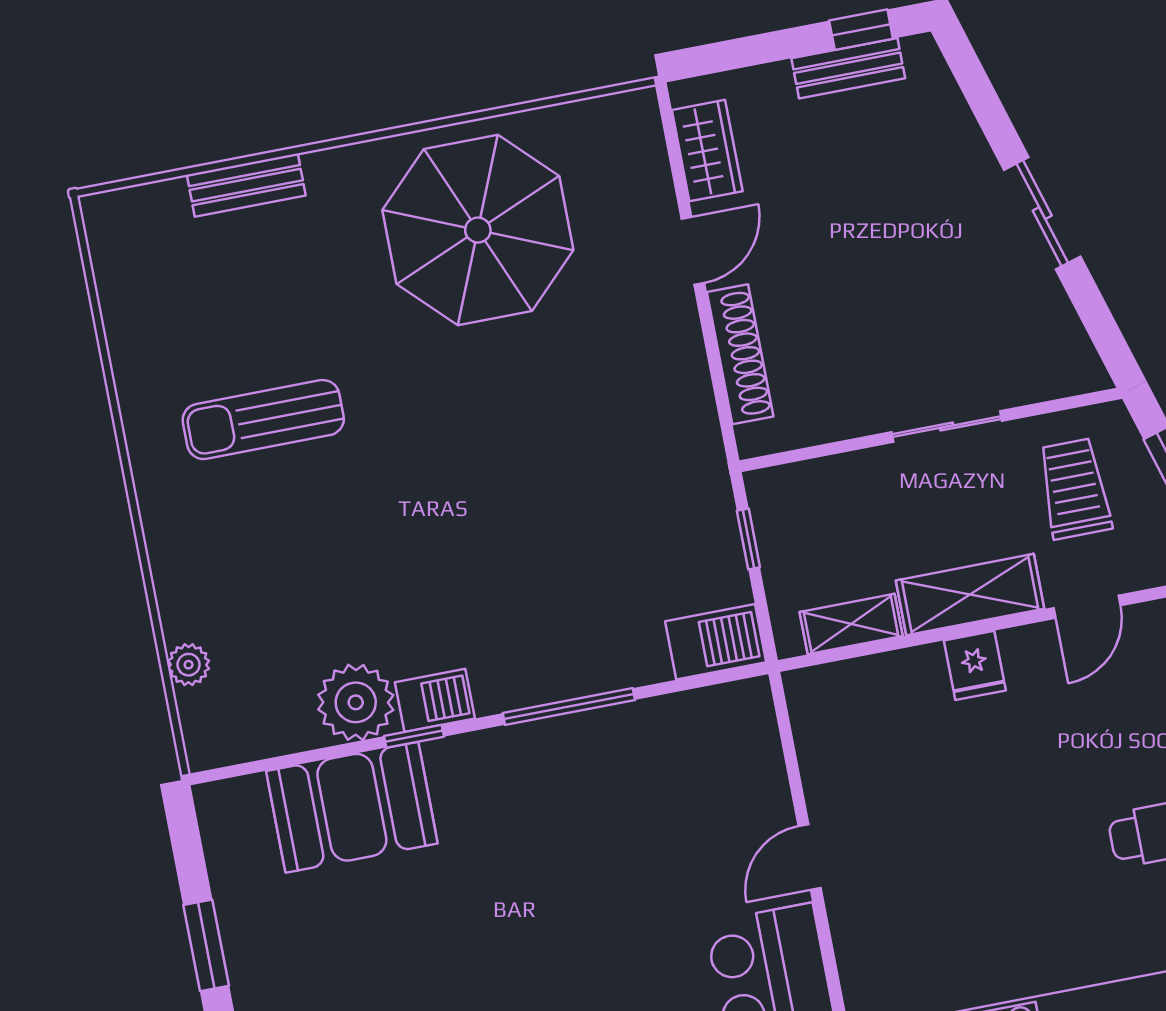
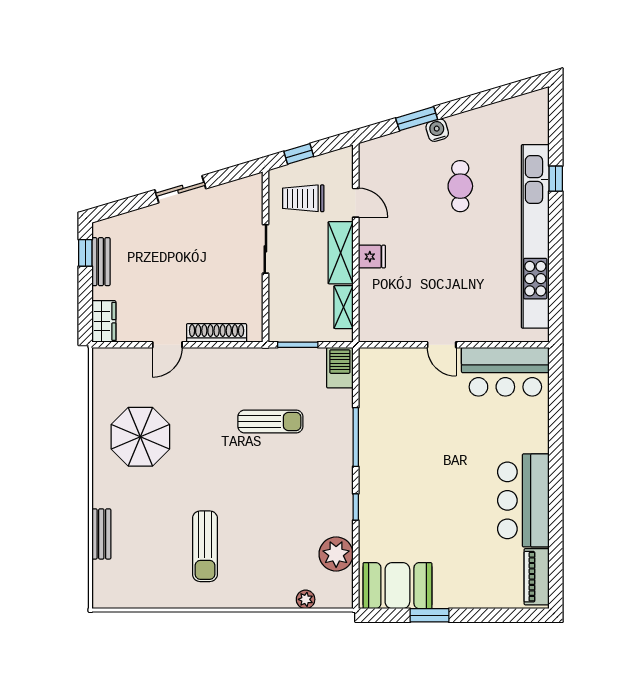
wardrobe: (707, 151) -> (104, 321), moved, turned 90
parasol: (478, 230) -> (140, 437), width x0.73, depth x0.73
door: (693, 251) -> (167, 345), swing flipped
sun lounger: (567, 511) -> (270, 422), added
window: (748, 539) -> (298, 345), width x1.50
barbecue: (435, 700) -> (342, 495), removed
plant: (356, 702) -> (336, 554), moved
booth: (352, 807) -> (397, 586), moved, turned 90

